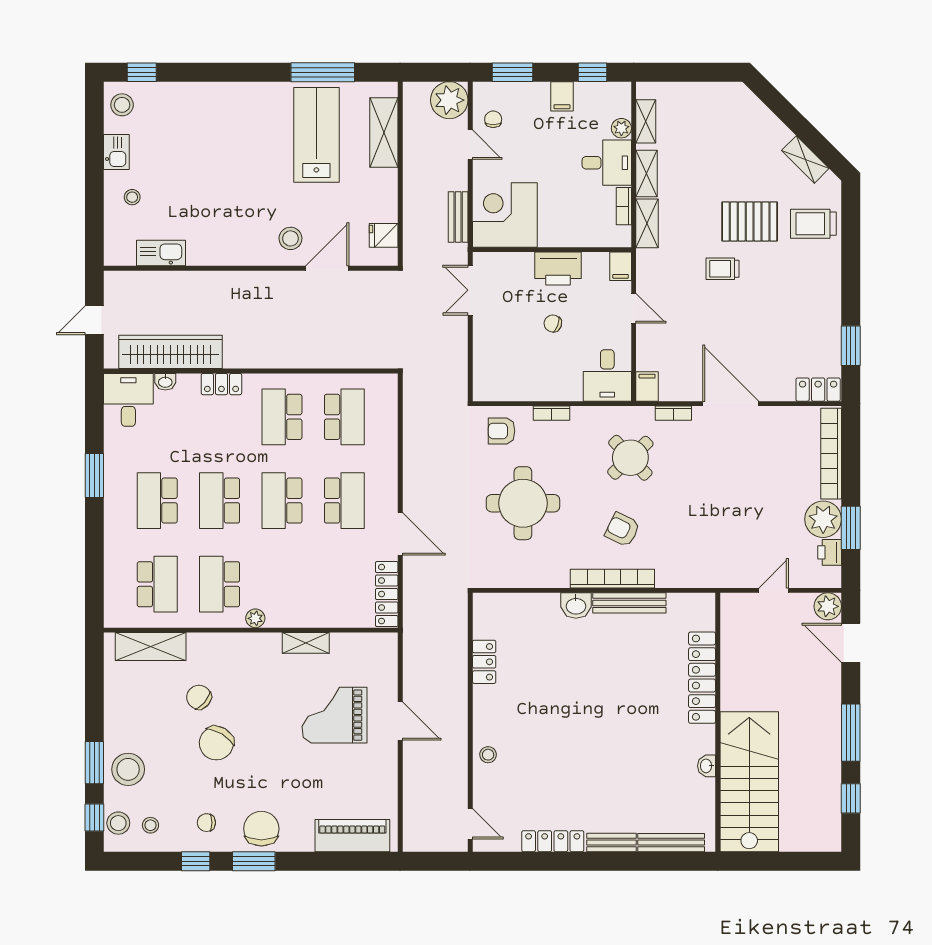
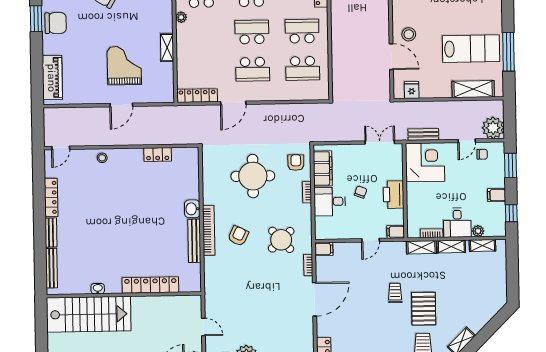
desk: (607, 375) -> (330, 201), moved
filing cabinet: (512, 386) -> (323, 168), added

